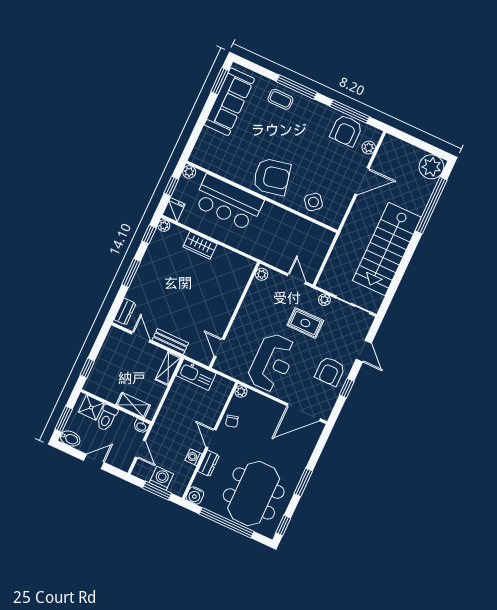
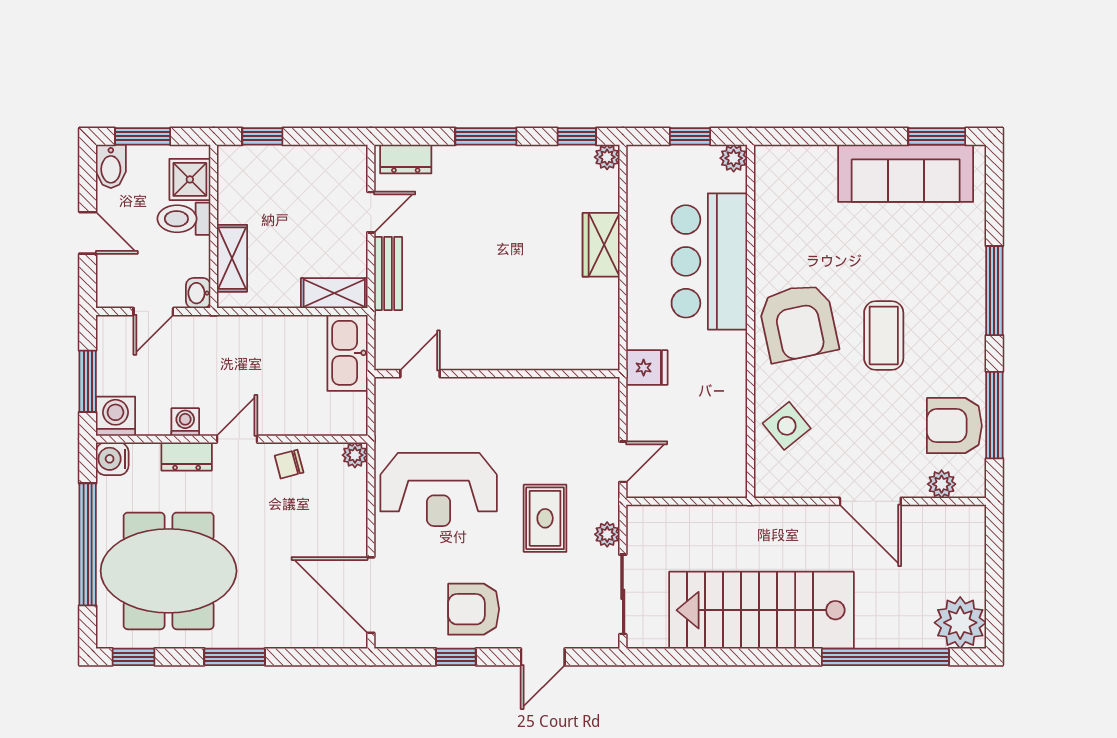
coffee table: (280, 99) -> (884, 336), moved, width x1.36, depth x1.30
fridge: (174, 210) -> (647, 368), moved
plant: (262, 274) -> (600, 390), removed
washing machine: (161, 478) -> (115, 416), moved, turned -90

